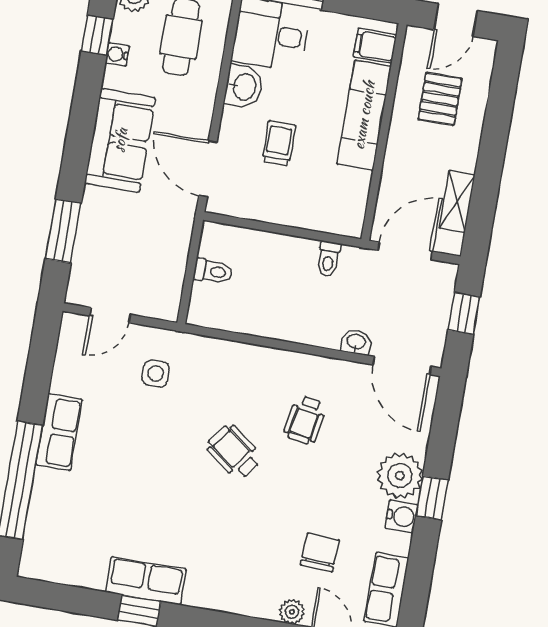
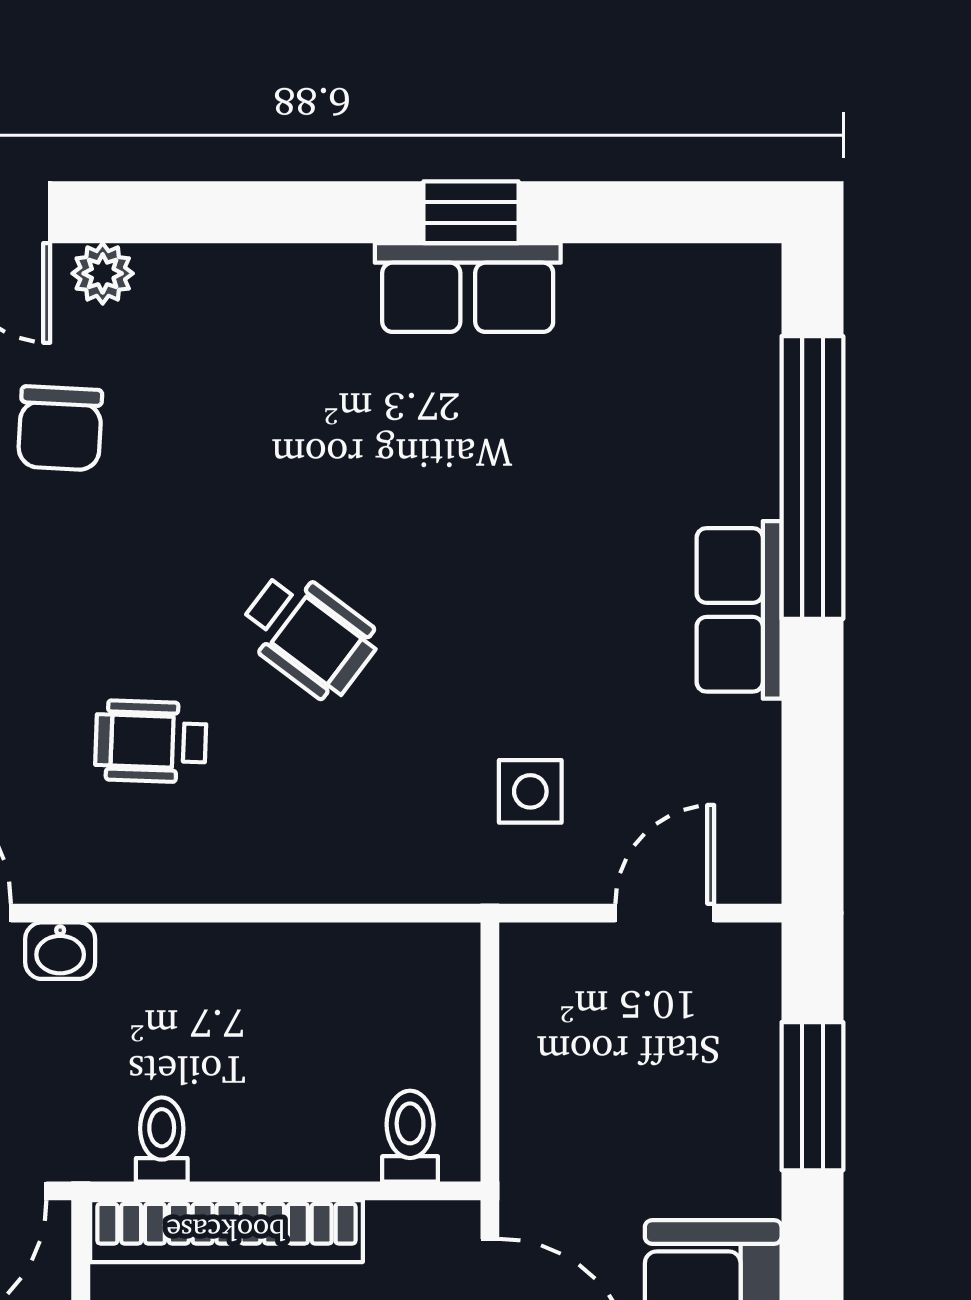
bookcase: (309, 217) -> (226, 1231), added
toilet: (213, 271) -> (410, 1136), moved, turned 90
wheelchair: (305, 420) -> (151, 741), turned -98

